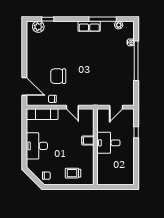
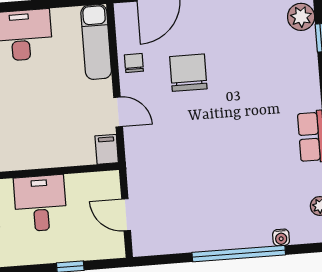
door: (72, 107) -> (118, 112), swing flipped
filing cabinet: (88, 140) -> (107, 149), moved

